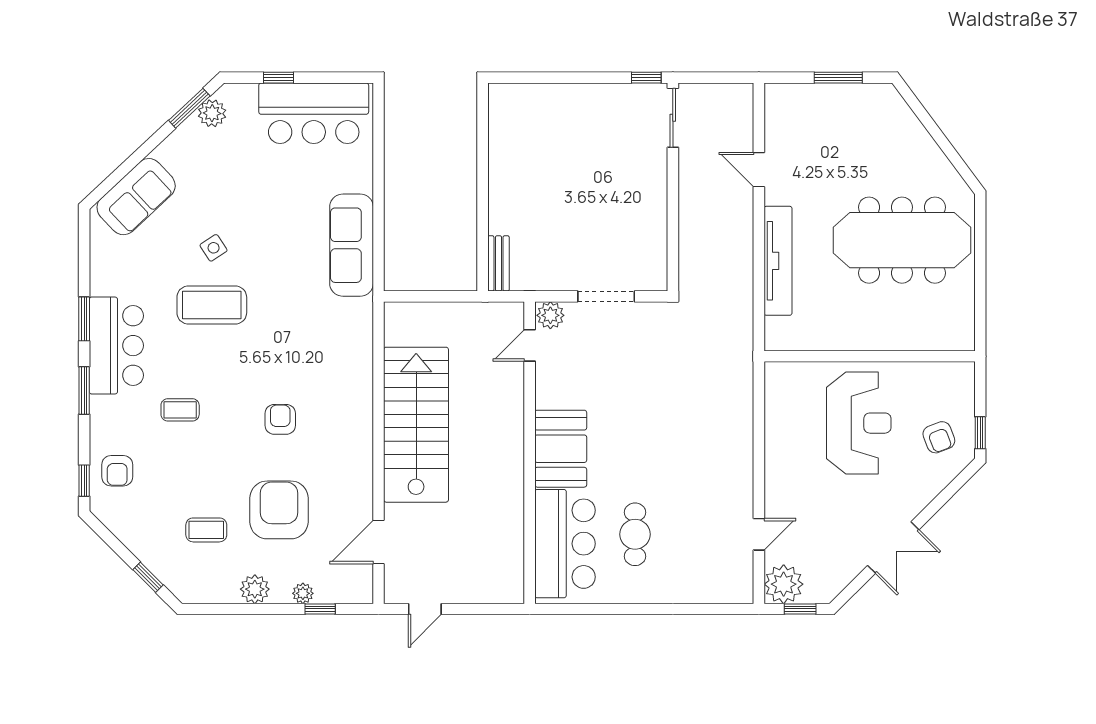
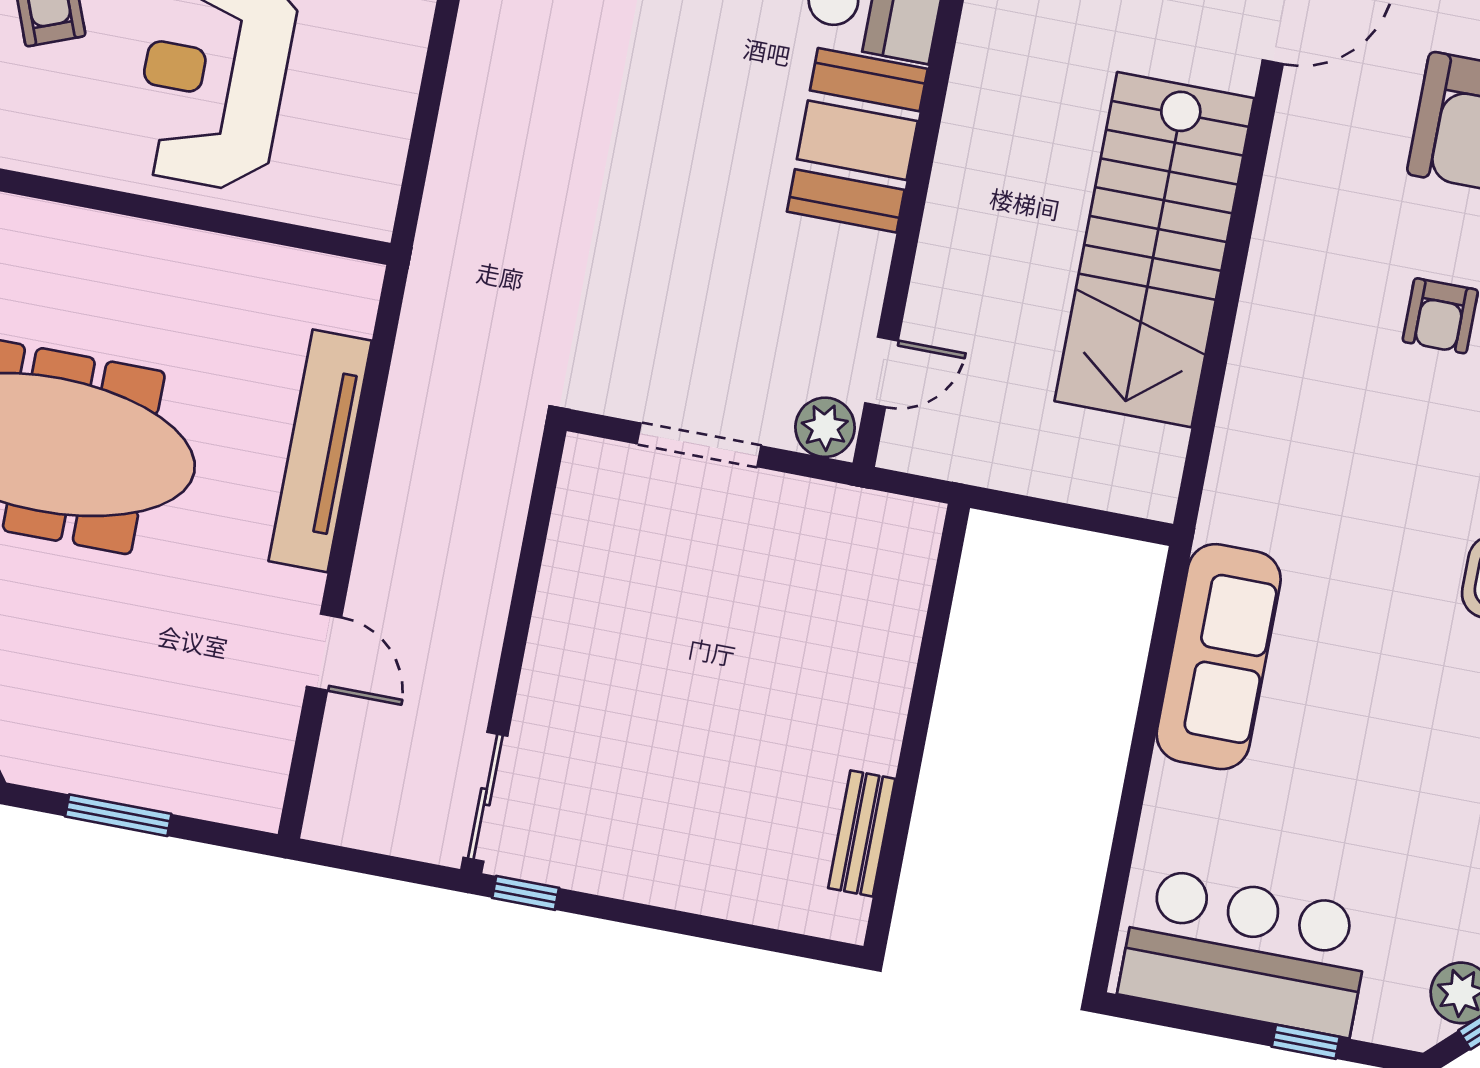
bench: (498, 263) -> (862, 833), moved

